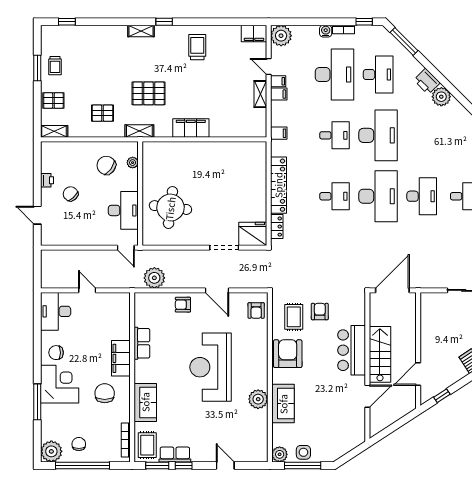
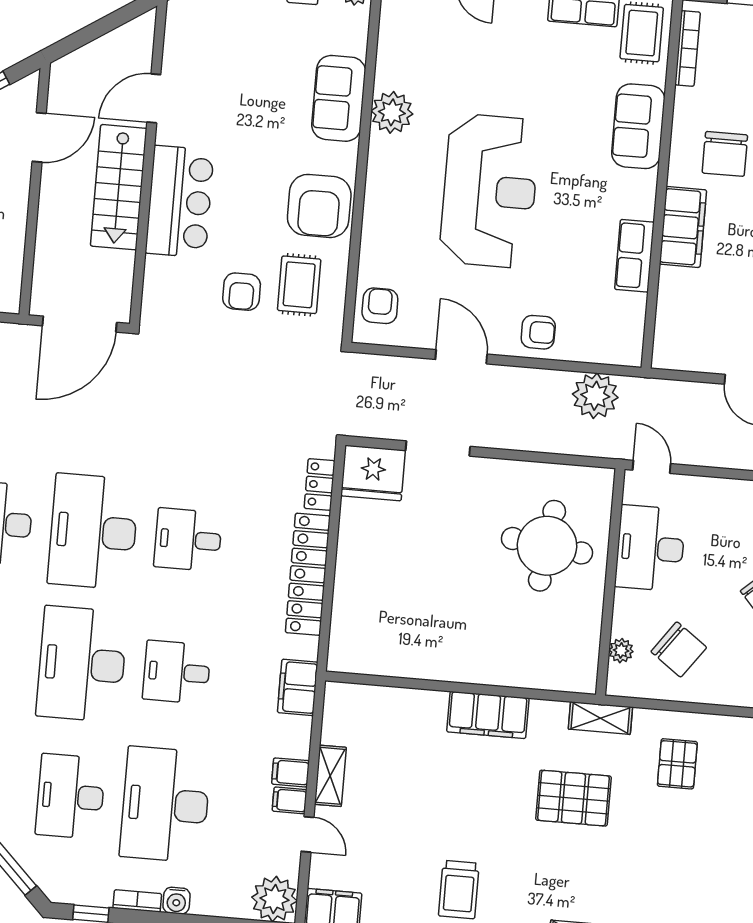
pallet: (102, 113) -> (677, 764), turned 90
filing cabinet: (279, 133) -> (298, 687), width x2.00

